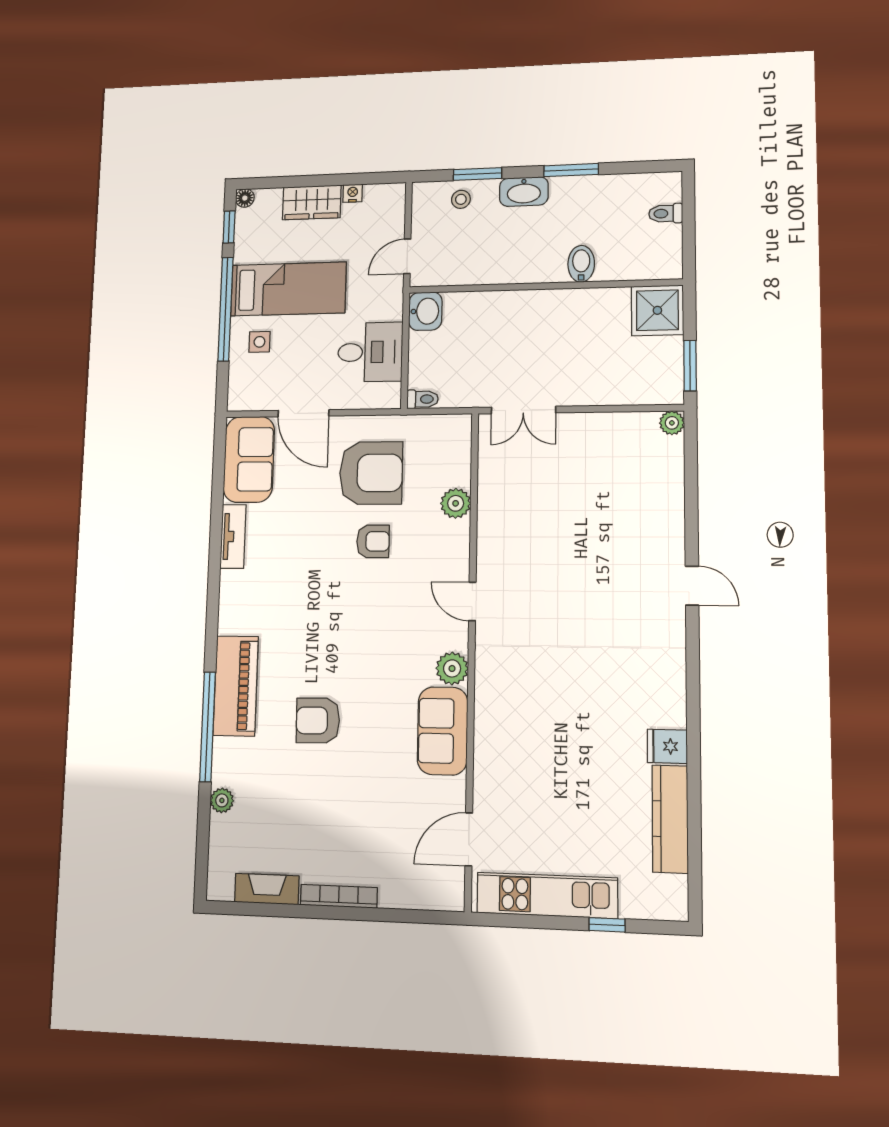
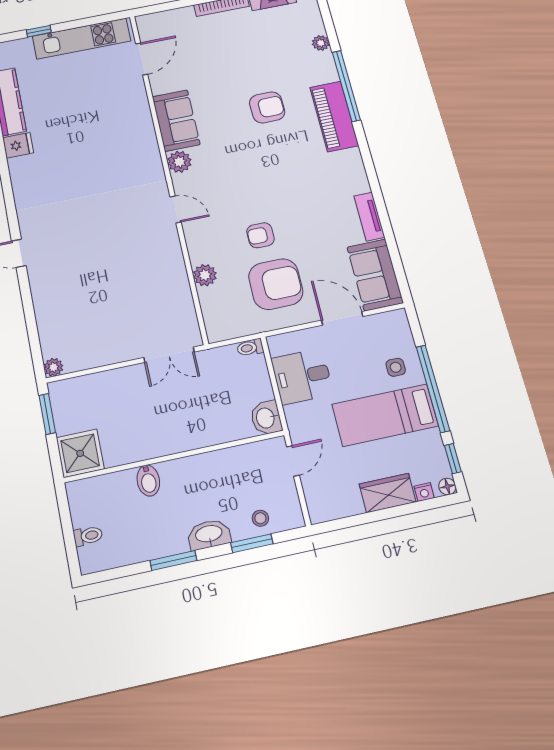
nightstand: (353, 193) -> (424, 492), moved
double door: (523, 410) -> (169, 355), swing flipped
armchair: (371, 473) -> (276, 284), turned 180

